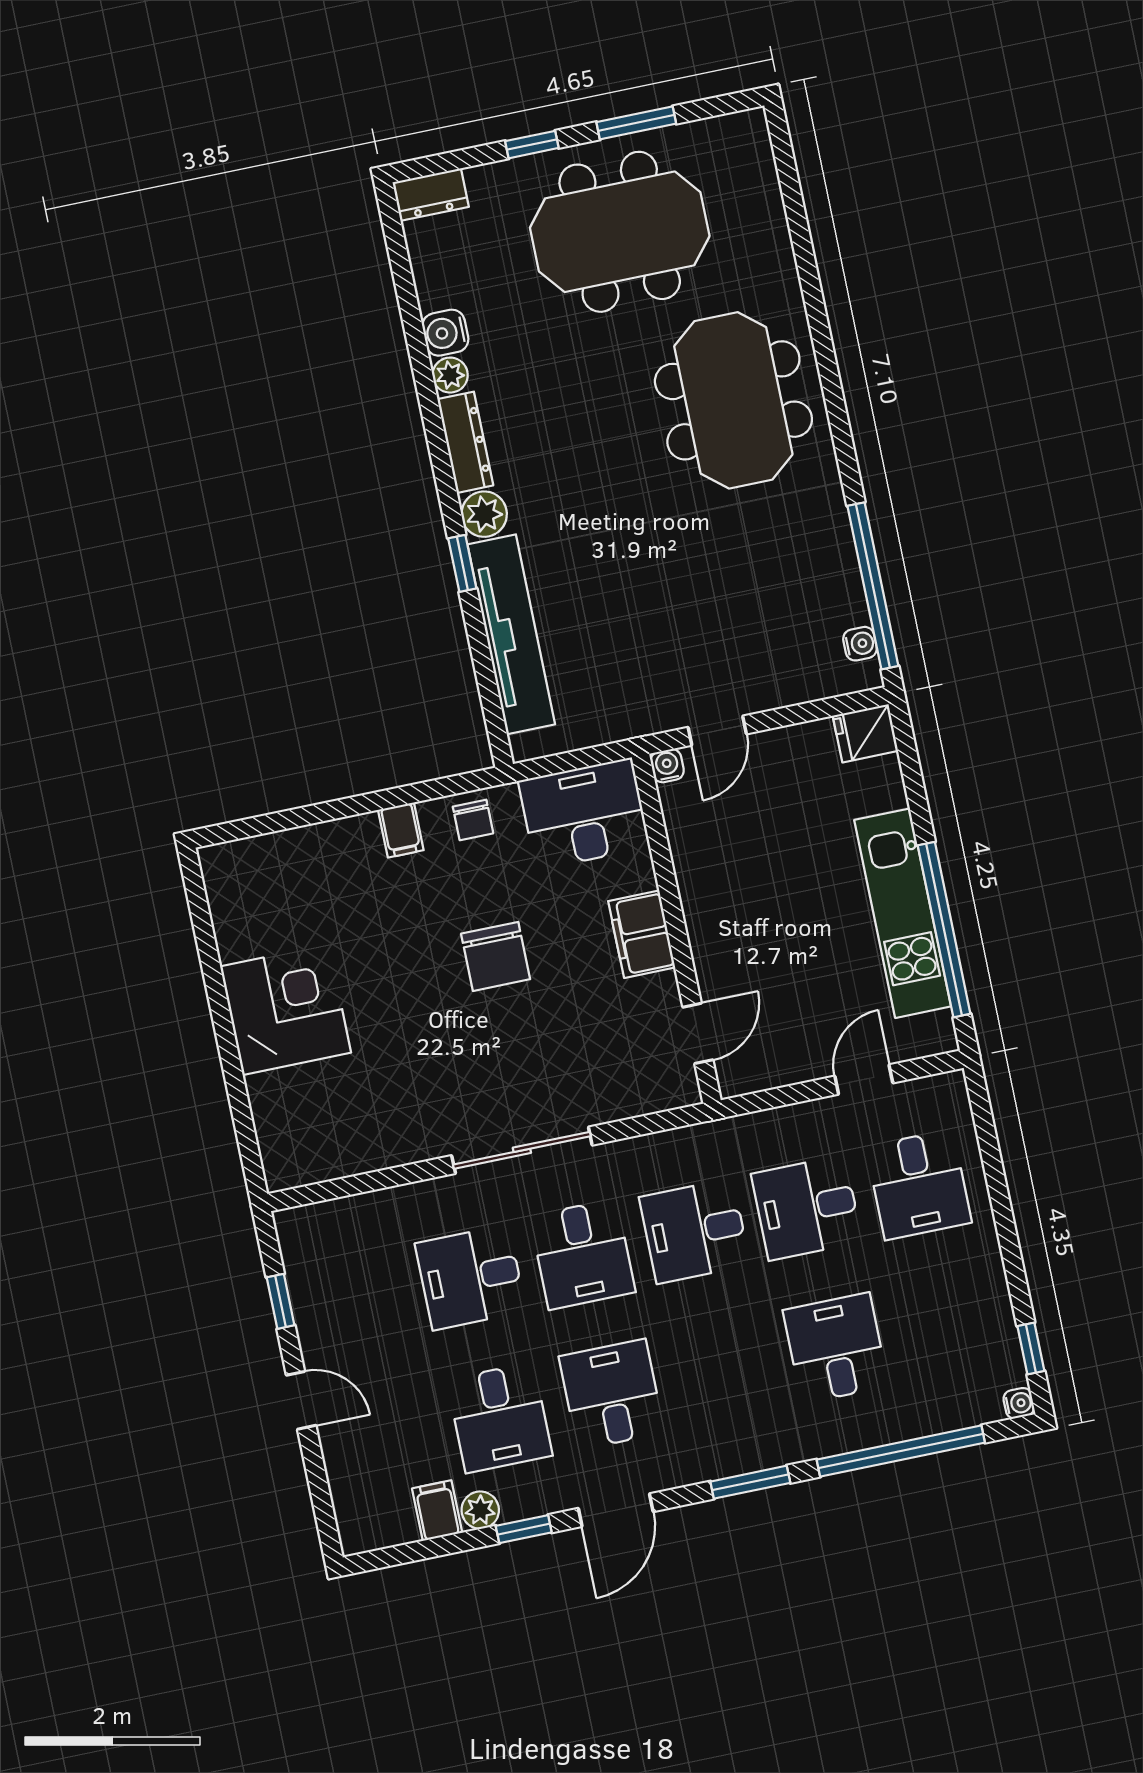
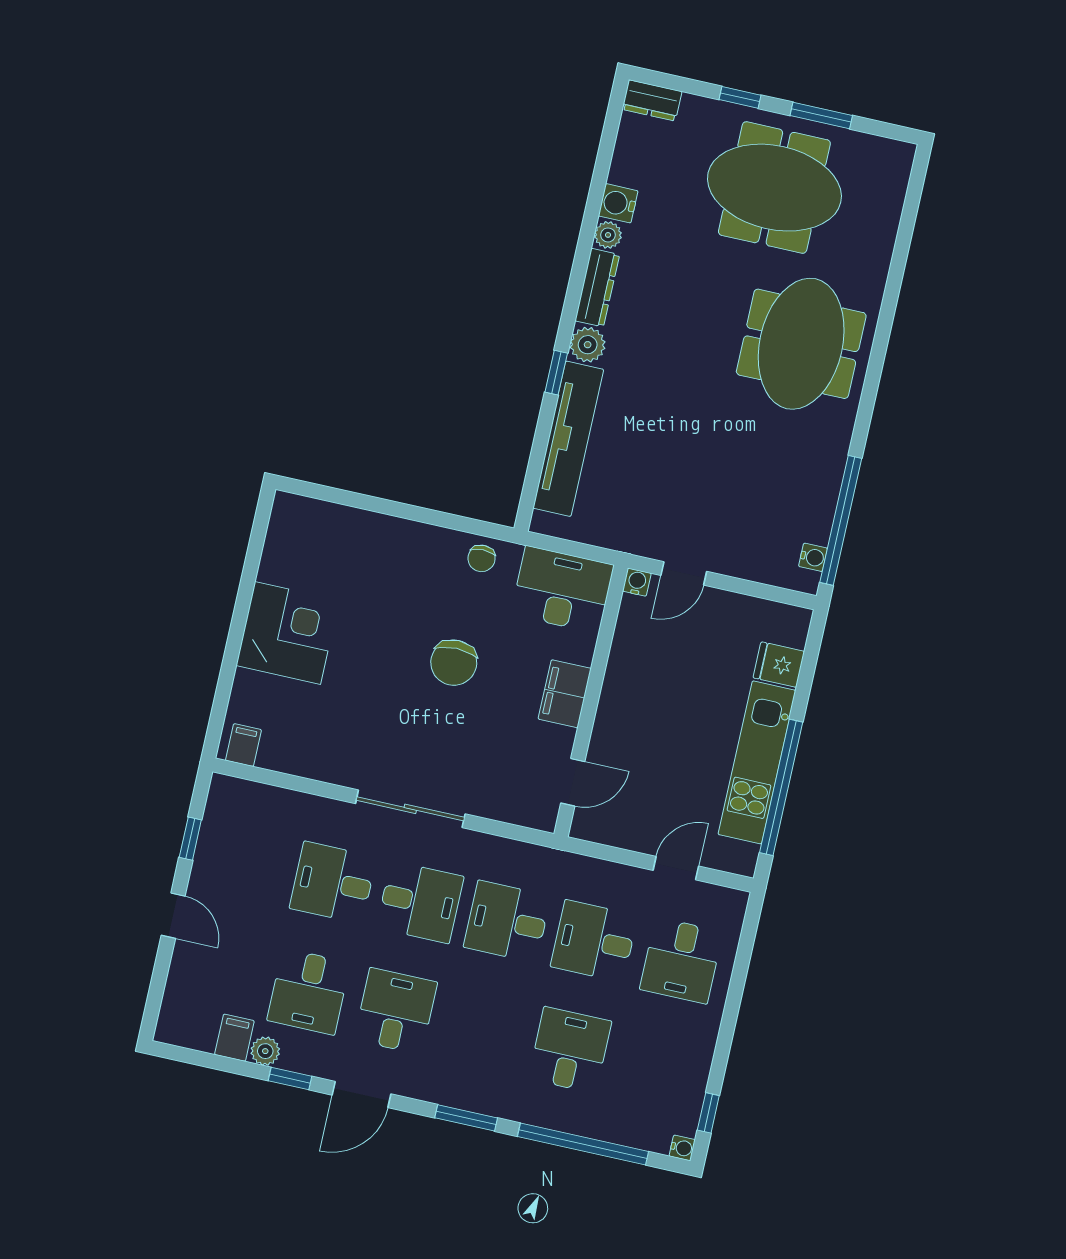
fridge: (865, 733) -> (779, 665), moved
filing cabinet: (401, 830) -> (243, 745), moved, turned 180
desk: (583, 1254) -> (420, 902), turned -90

